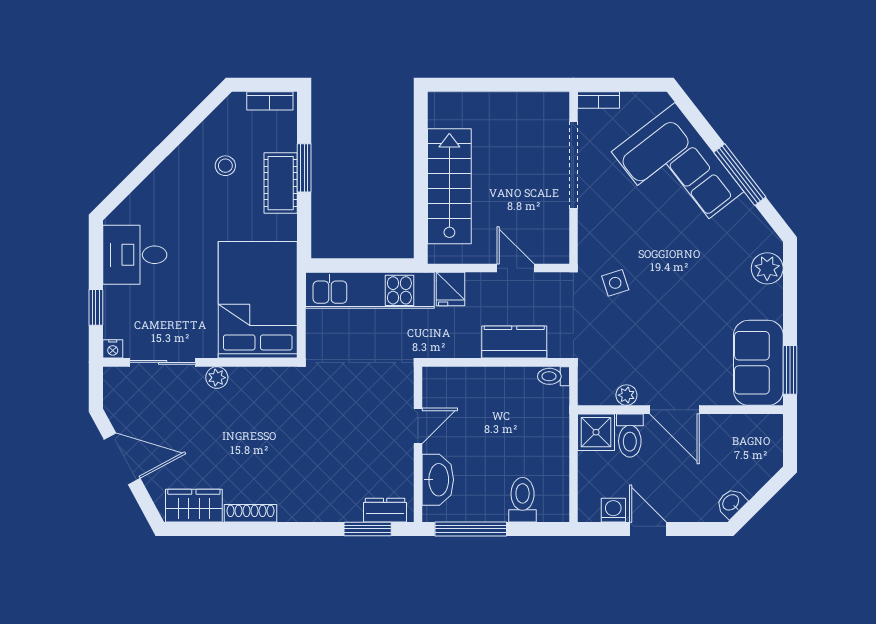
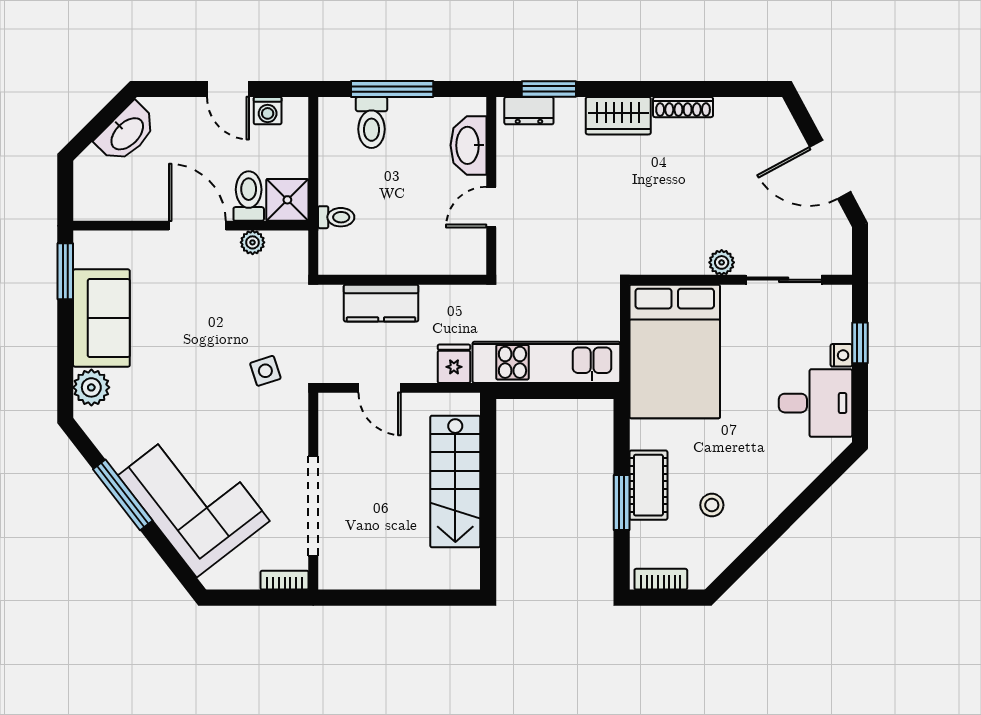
nightstand: (113, 349) -> (841, 355), moved, turned 90
sofa: (758, 363) -> (101, 318), moved
toilet: (553, 376) -> (336, 217), moved
washbasin: (731, 503) -> (126, 133), width x1.91, depth x1.45
wardrobe: (194, 506) -> (618, 116), moved
window: (471, 529) -> (392, 89), moved

